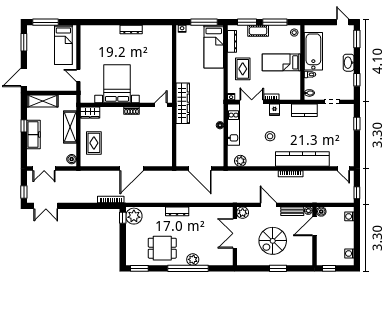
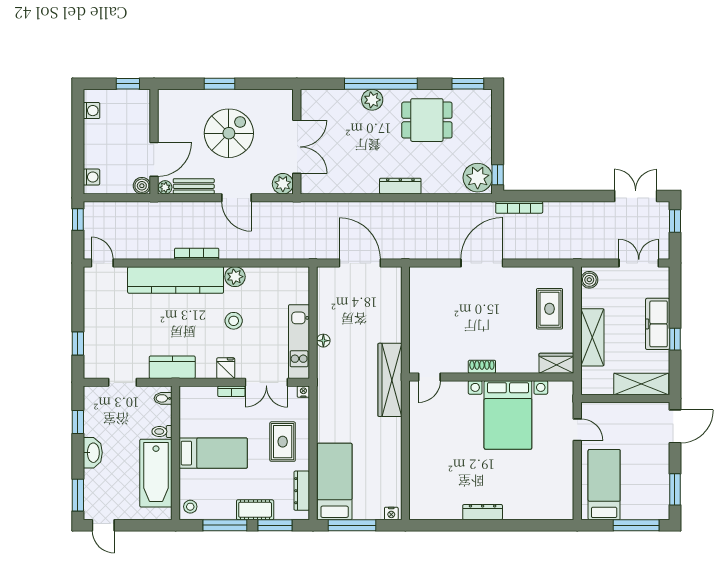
plant: (240, 161) -> (235, 277), moved

